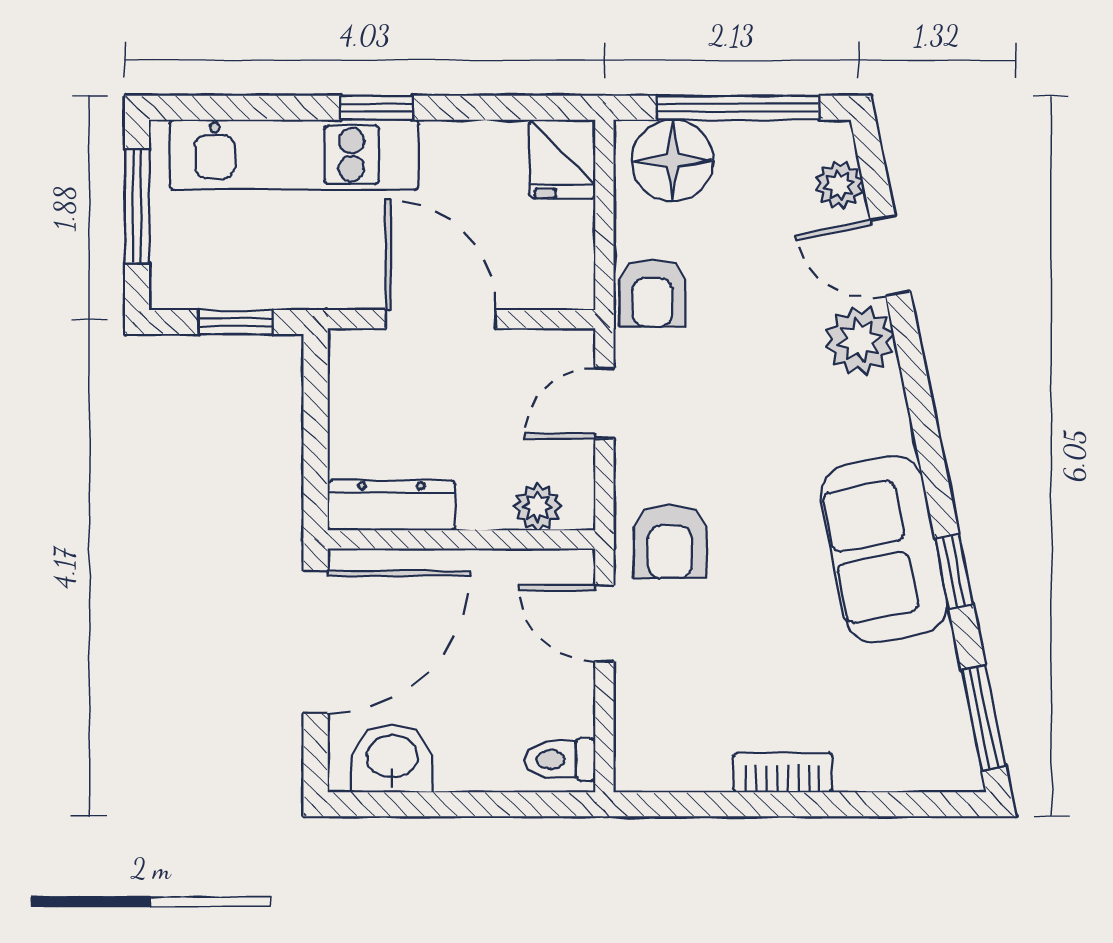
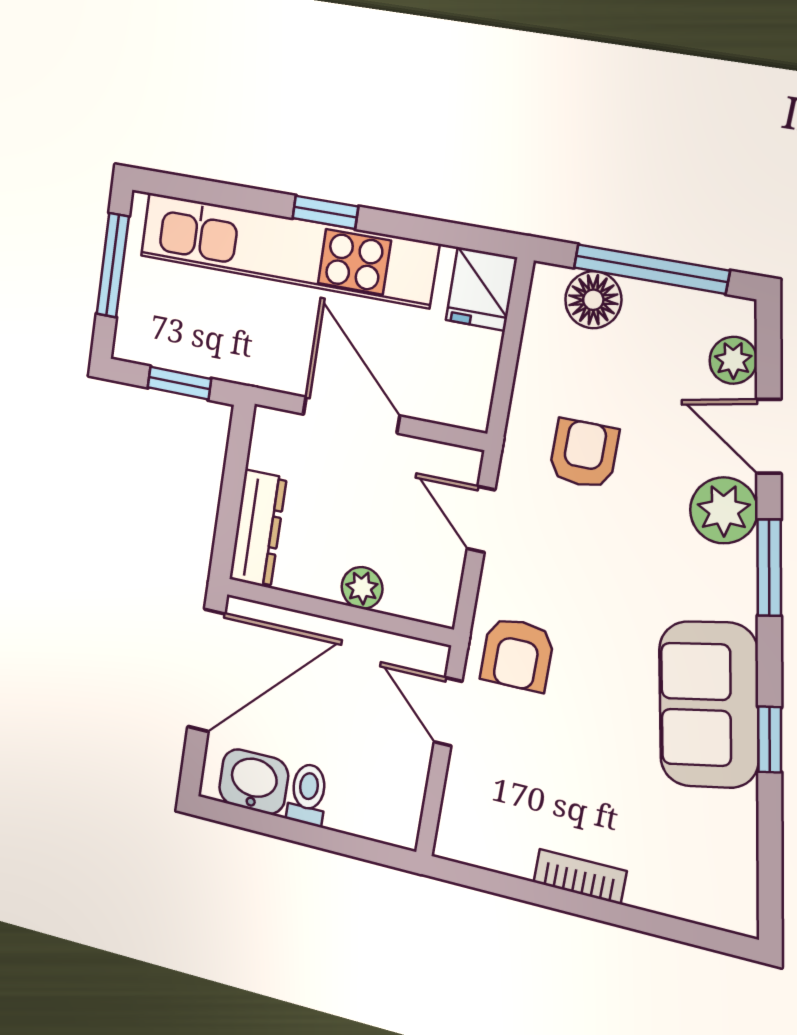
kitchen unit: (294, 155) -> (287, 250), width x1.36
floor lamp: (673, 160) -> (593, 300), width x0.73, depth x0.73
armchair: (652, 293) -> (584, 454), moved, turned 180
door: (604, 403) -> (481, 519), hinge flipped
dresser: (391, 505) -> (258, 529), moved, turned 90
plant: (537, 507) -> (362, 588), moved
window: (983, 718) -> (769, 568), moved
toilet: (560, 760) -> (308, 794), moved, turned 90

